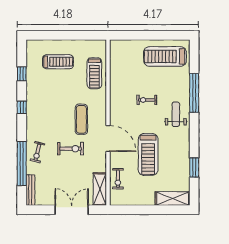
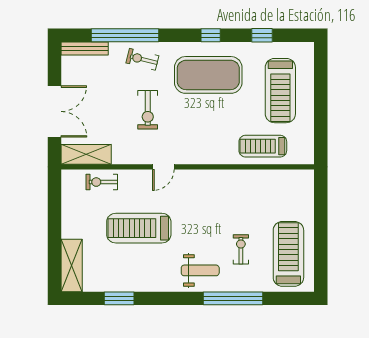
treadmill: (58, 62) -> (280, 91), width x1.37, depth x1.38
exercise bike: (147, 100) -> (241, 249), moved
exercise mat: (81, 119) -> (208, 75), moved, width x2.00, depth x1.45
door: (108, 138) -> (163, 167), width x0.53

